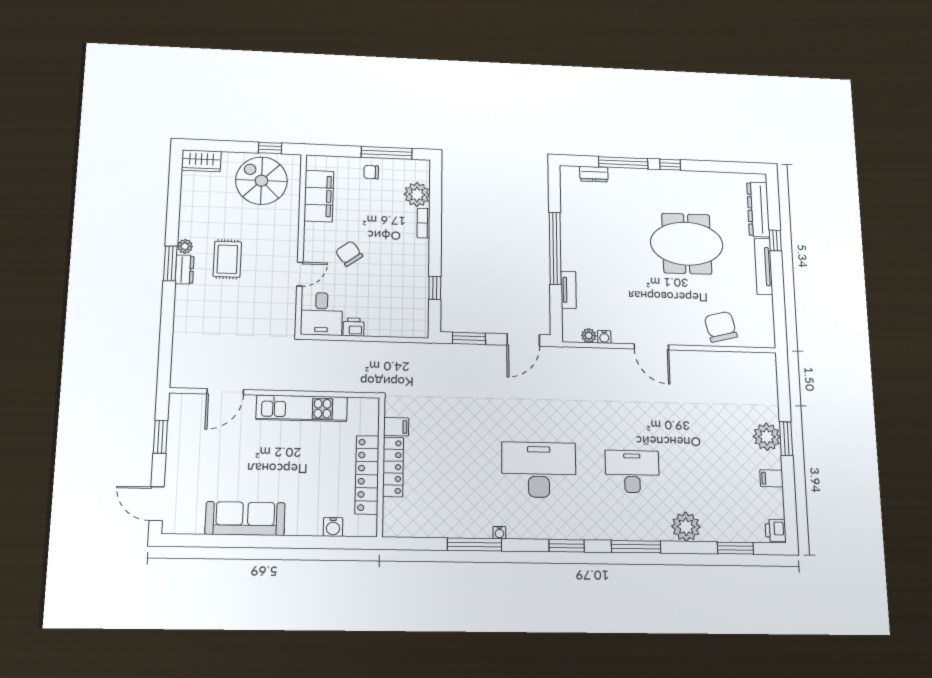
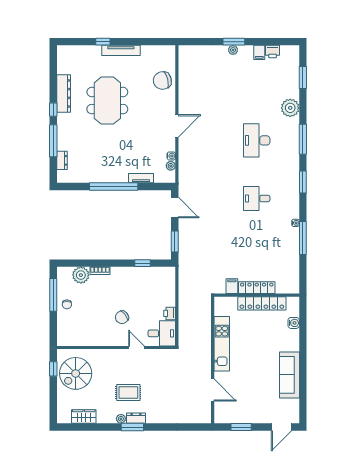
wardrobe: (201, 161) -> (84, 417), moved, turned -90
filing cabinet: (319, 196) -> (84, 337), removed
dresser: (758, 209) -> (64, 93), moved, turned -90
plant: (767, 437) -> (233, 50), width x0.53, depth x0.53
desk: (539, 470) -> (257, 198), width x0.53, depth x0.77
printer: (776, 530) -> (272, 52), moved

